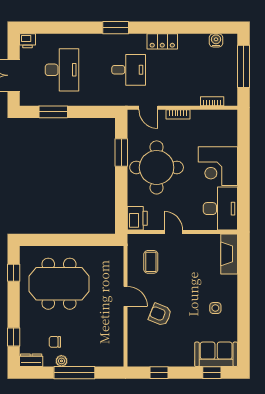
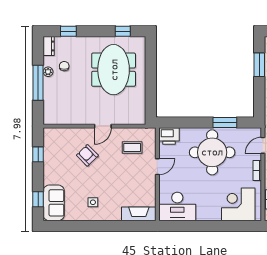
corner desk: (218, 166) -> (238, 204), moved
armchair: (160, 315) -> (87, 155), turned -66

